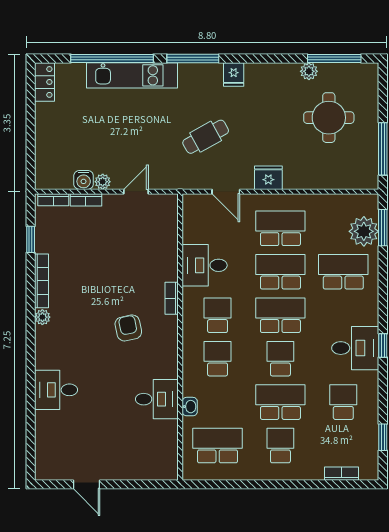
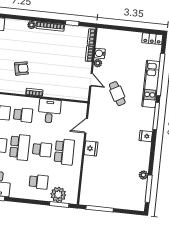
round table: (329, 118) -> (119, 183), removed
cafe table: (206, 137) -> (117, 94), moved
school desk: (280, 272) -> (42, 150), width x0.54
school desk: (343, 272) -> (39, 182), width x0.54

